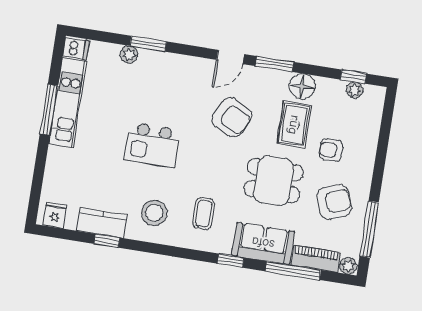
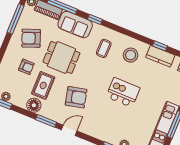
armchair: (232, 117) -> (76, 97), turned 141

